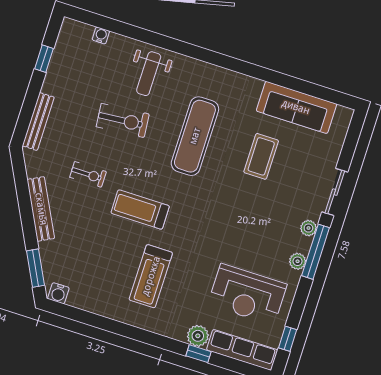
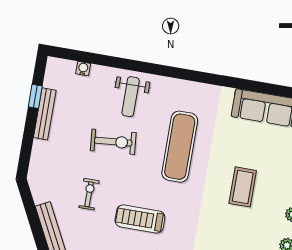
bench: (38, 122) -> (45, 114), moved
coffee table: (261, 156) -> (243, 187), moved
exercise bike: (88, 174) -> (89, 194), turned -90

